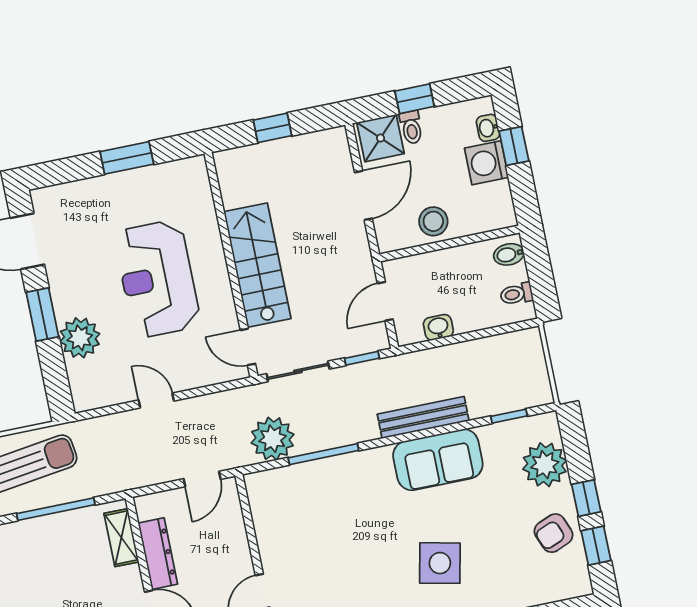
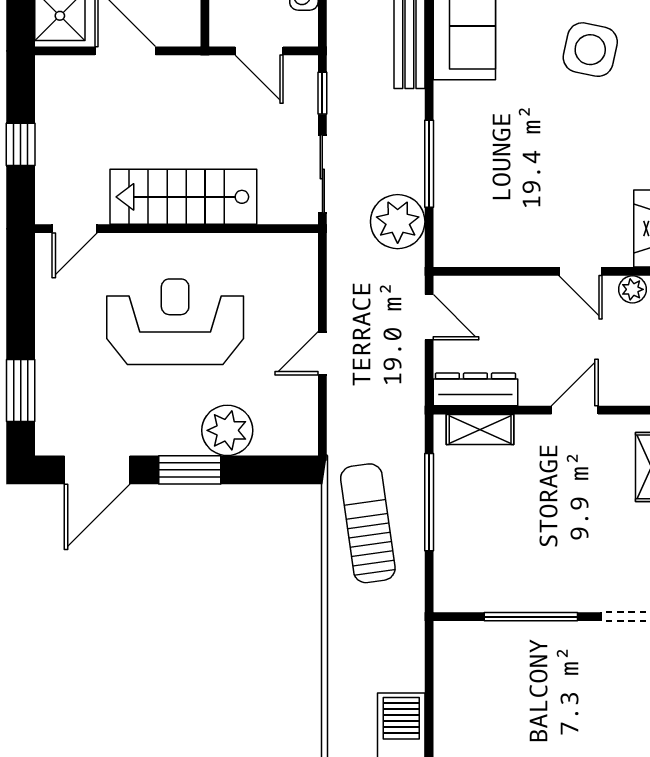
window: (127, 158) -> (21, 391), moved
reception desk: (157, 279) -> (175, 322), turned 180
door: (248, 347) -> (75, 229), moved
dresser: (158, 554) -> (475, 389), moved

